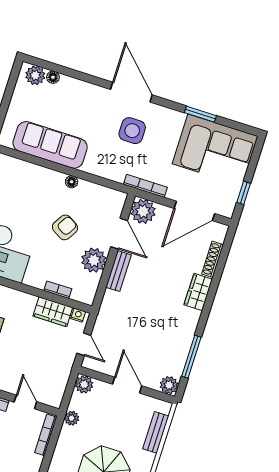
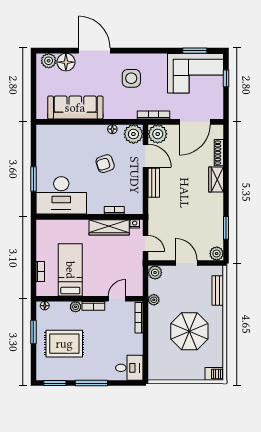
floor lamp: (53, 77) -> (66, 62), width x1.89, depth x1.89
door: (131, 92) -> (94, 51), moved
window: (200, 114) -> (195, 51), moved
floor lamp: (72, 182) -> (112, 129), moved
window: (244, 193) -> (226, 78), moved
armchair: (65, 227) -> (105, 164), turned -140
plant: (94, 260) -> (133, 134), moved
wardrobe: (53, 312) -> (109, 227), width x1.50
window: (191, 357) -> (226, 228), width x0.69
door: (25, 402) -> (117, 299), hinge flipped

